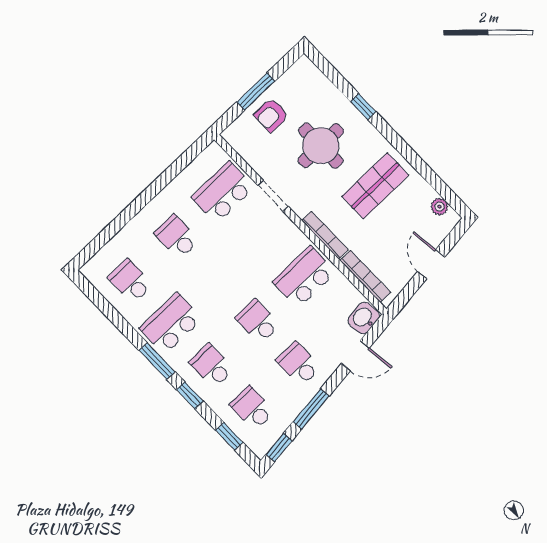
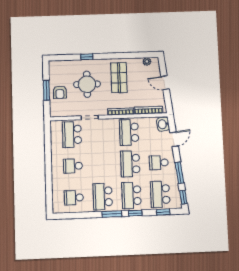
school desk: (258, 321) -> (130, 164), width x1.85
school desk: (211, 366) -> (131, 195), width x1.85
school desk: (252, 408) -> (160, 194), width x1.85

